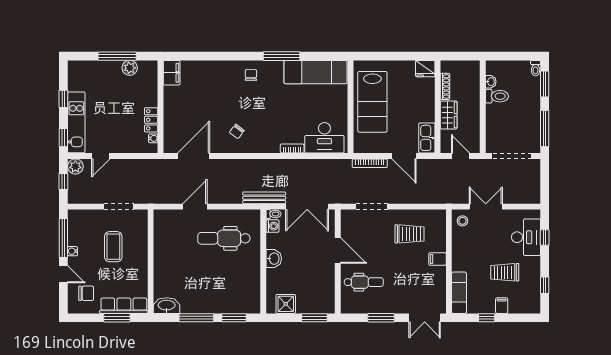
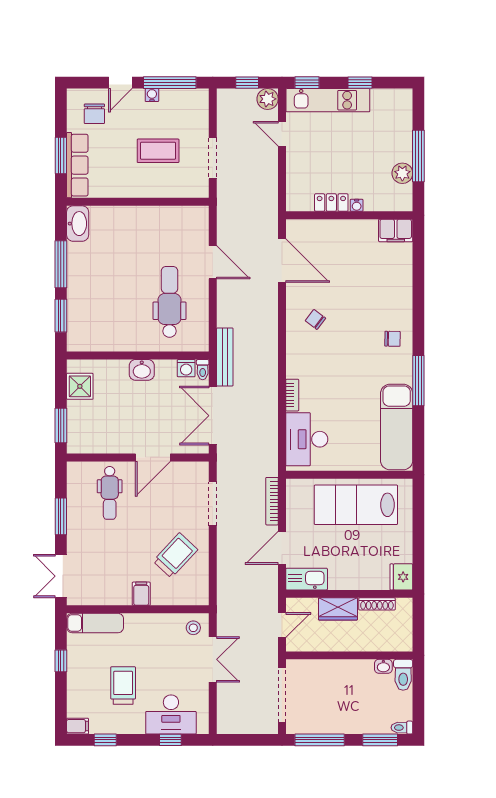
toilet: (497, 96) -> (403, 675), moved
water cooler: (153, 138) -> (357, 205), moved
trolley: (409, 234) -> (175, 555), turned -137
filing cabinet: (502, 306) -> (78, 726), moved

